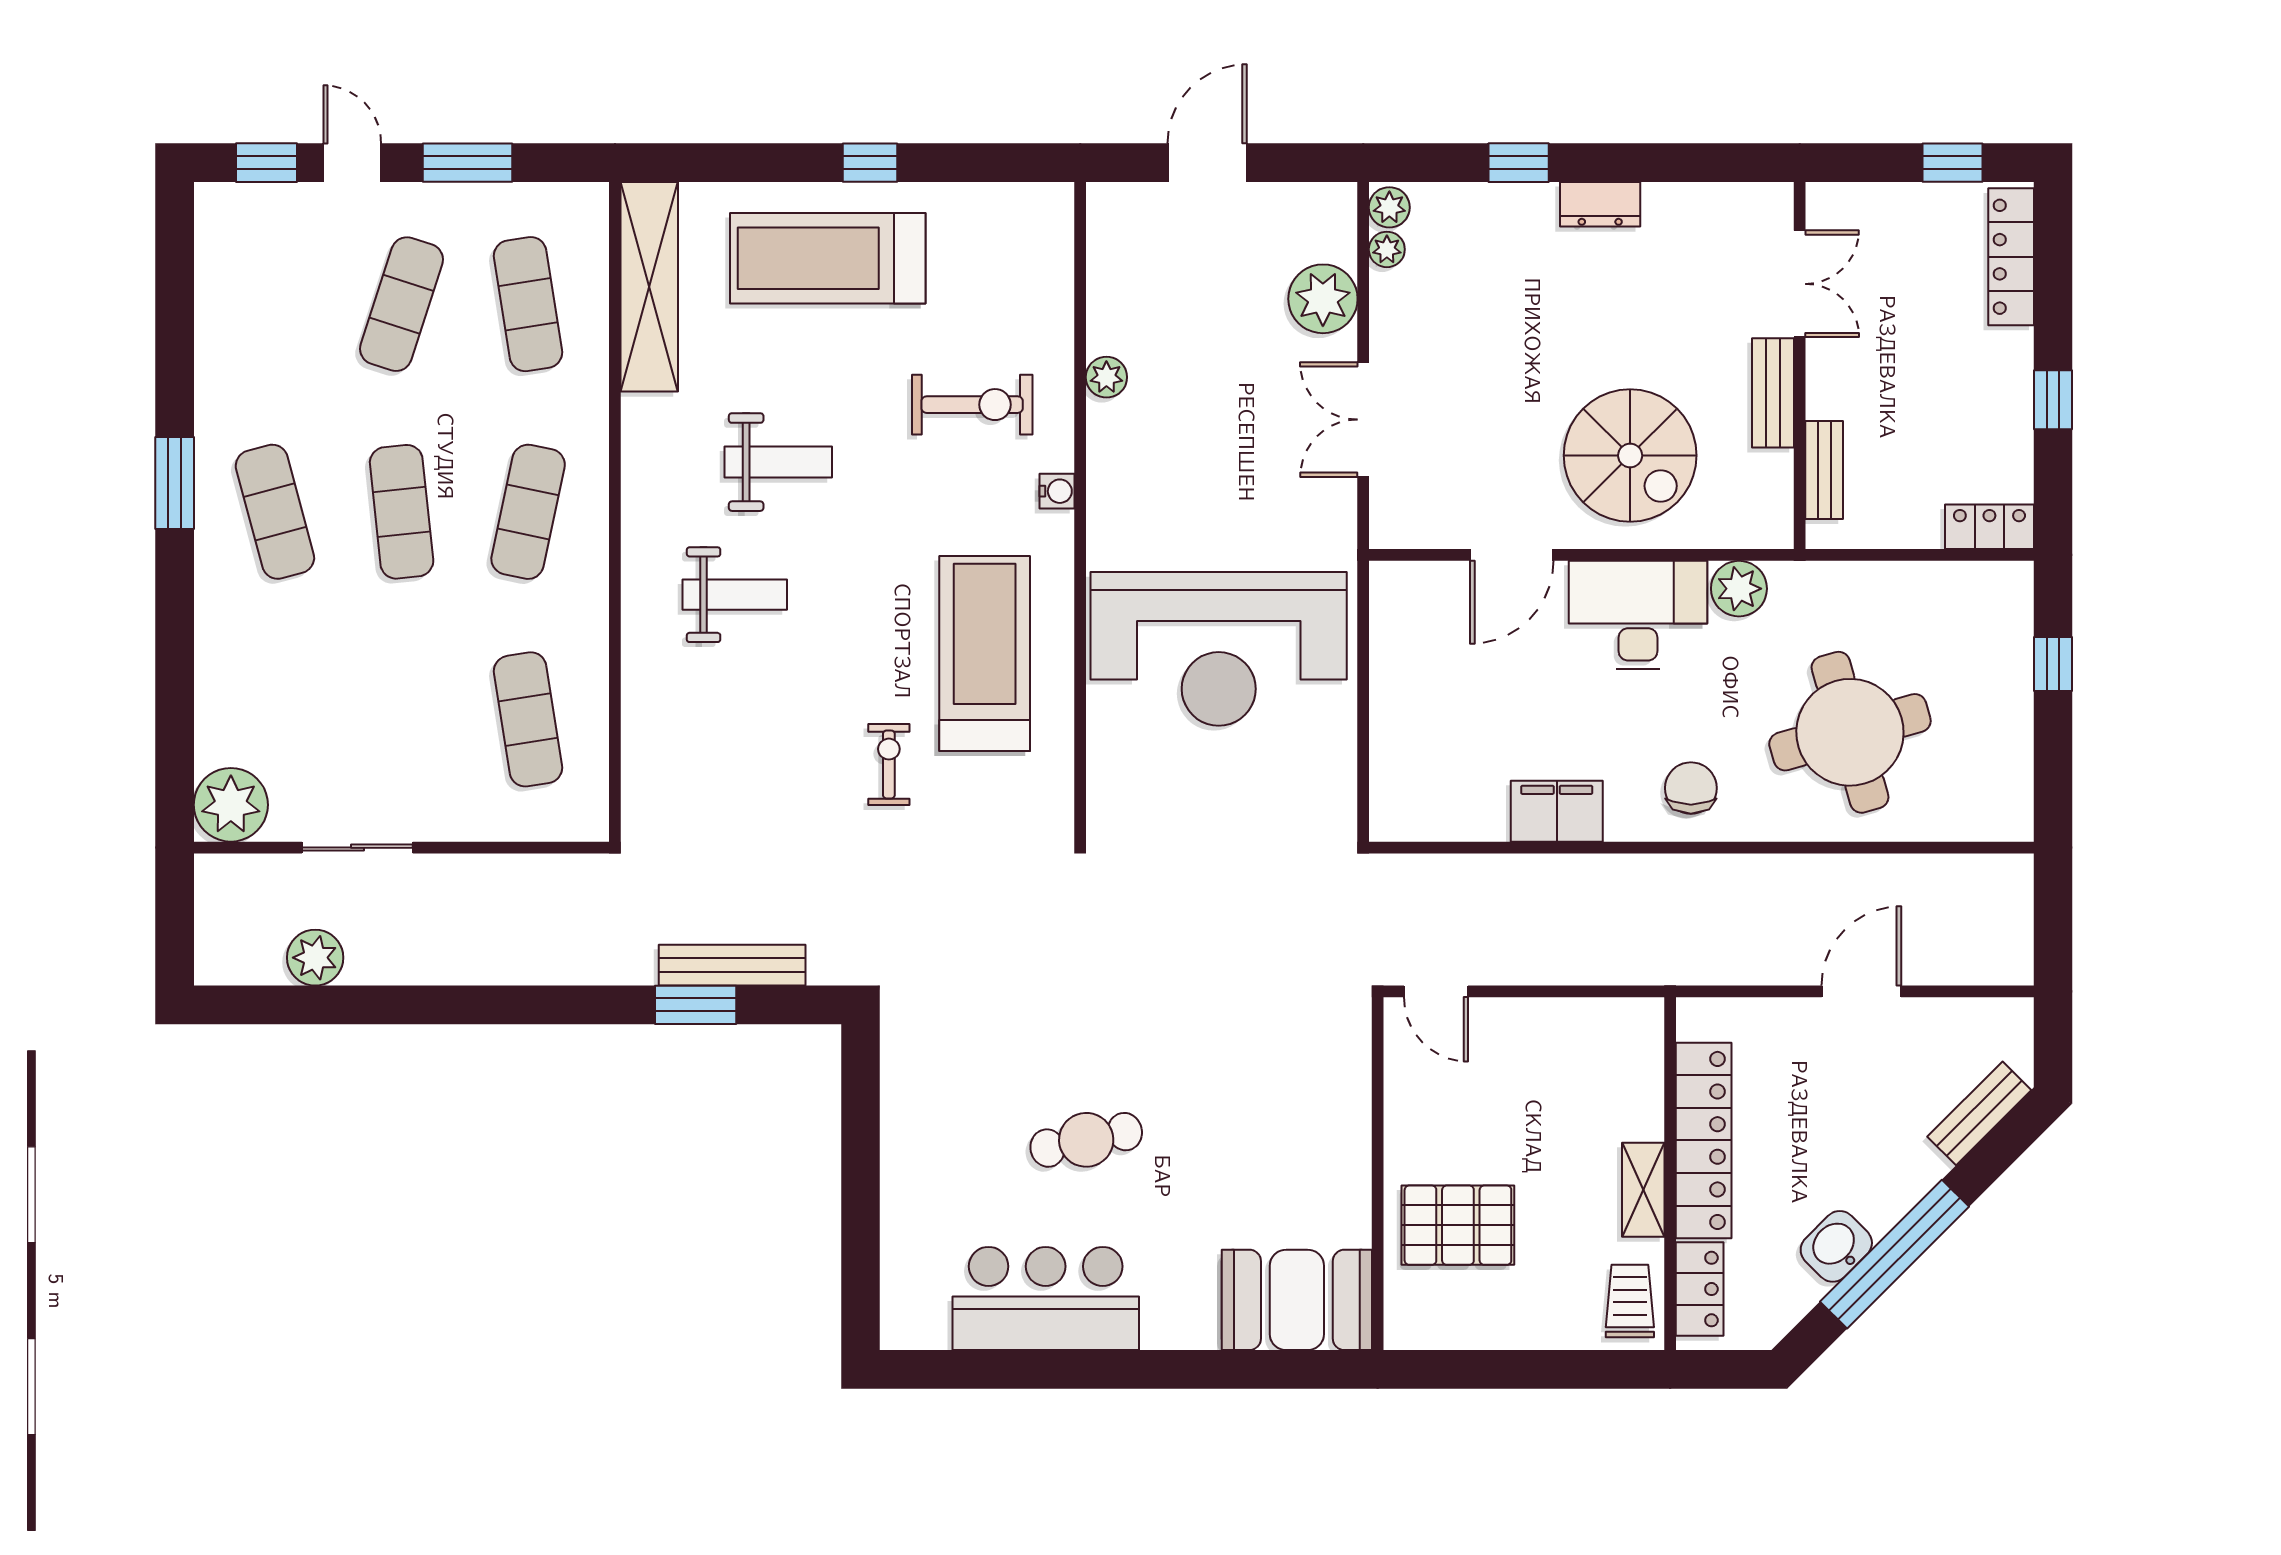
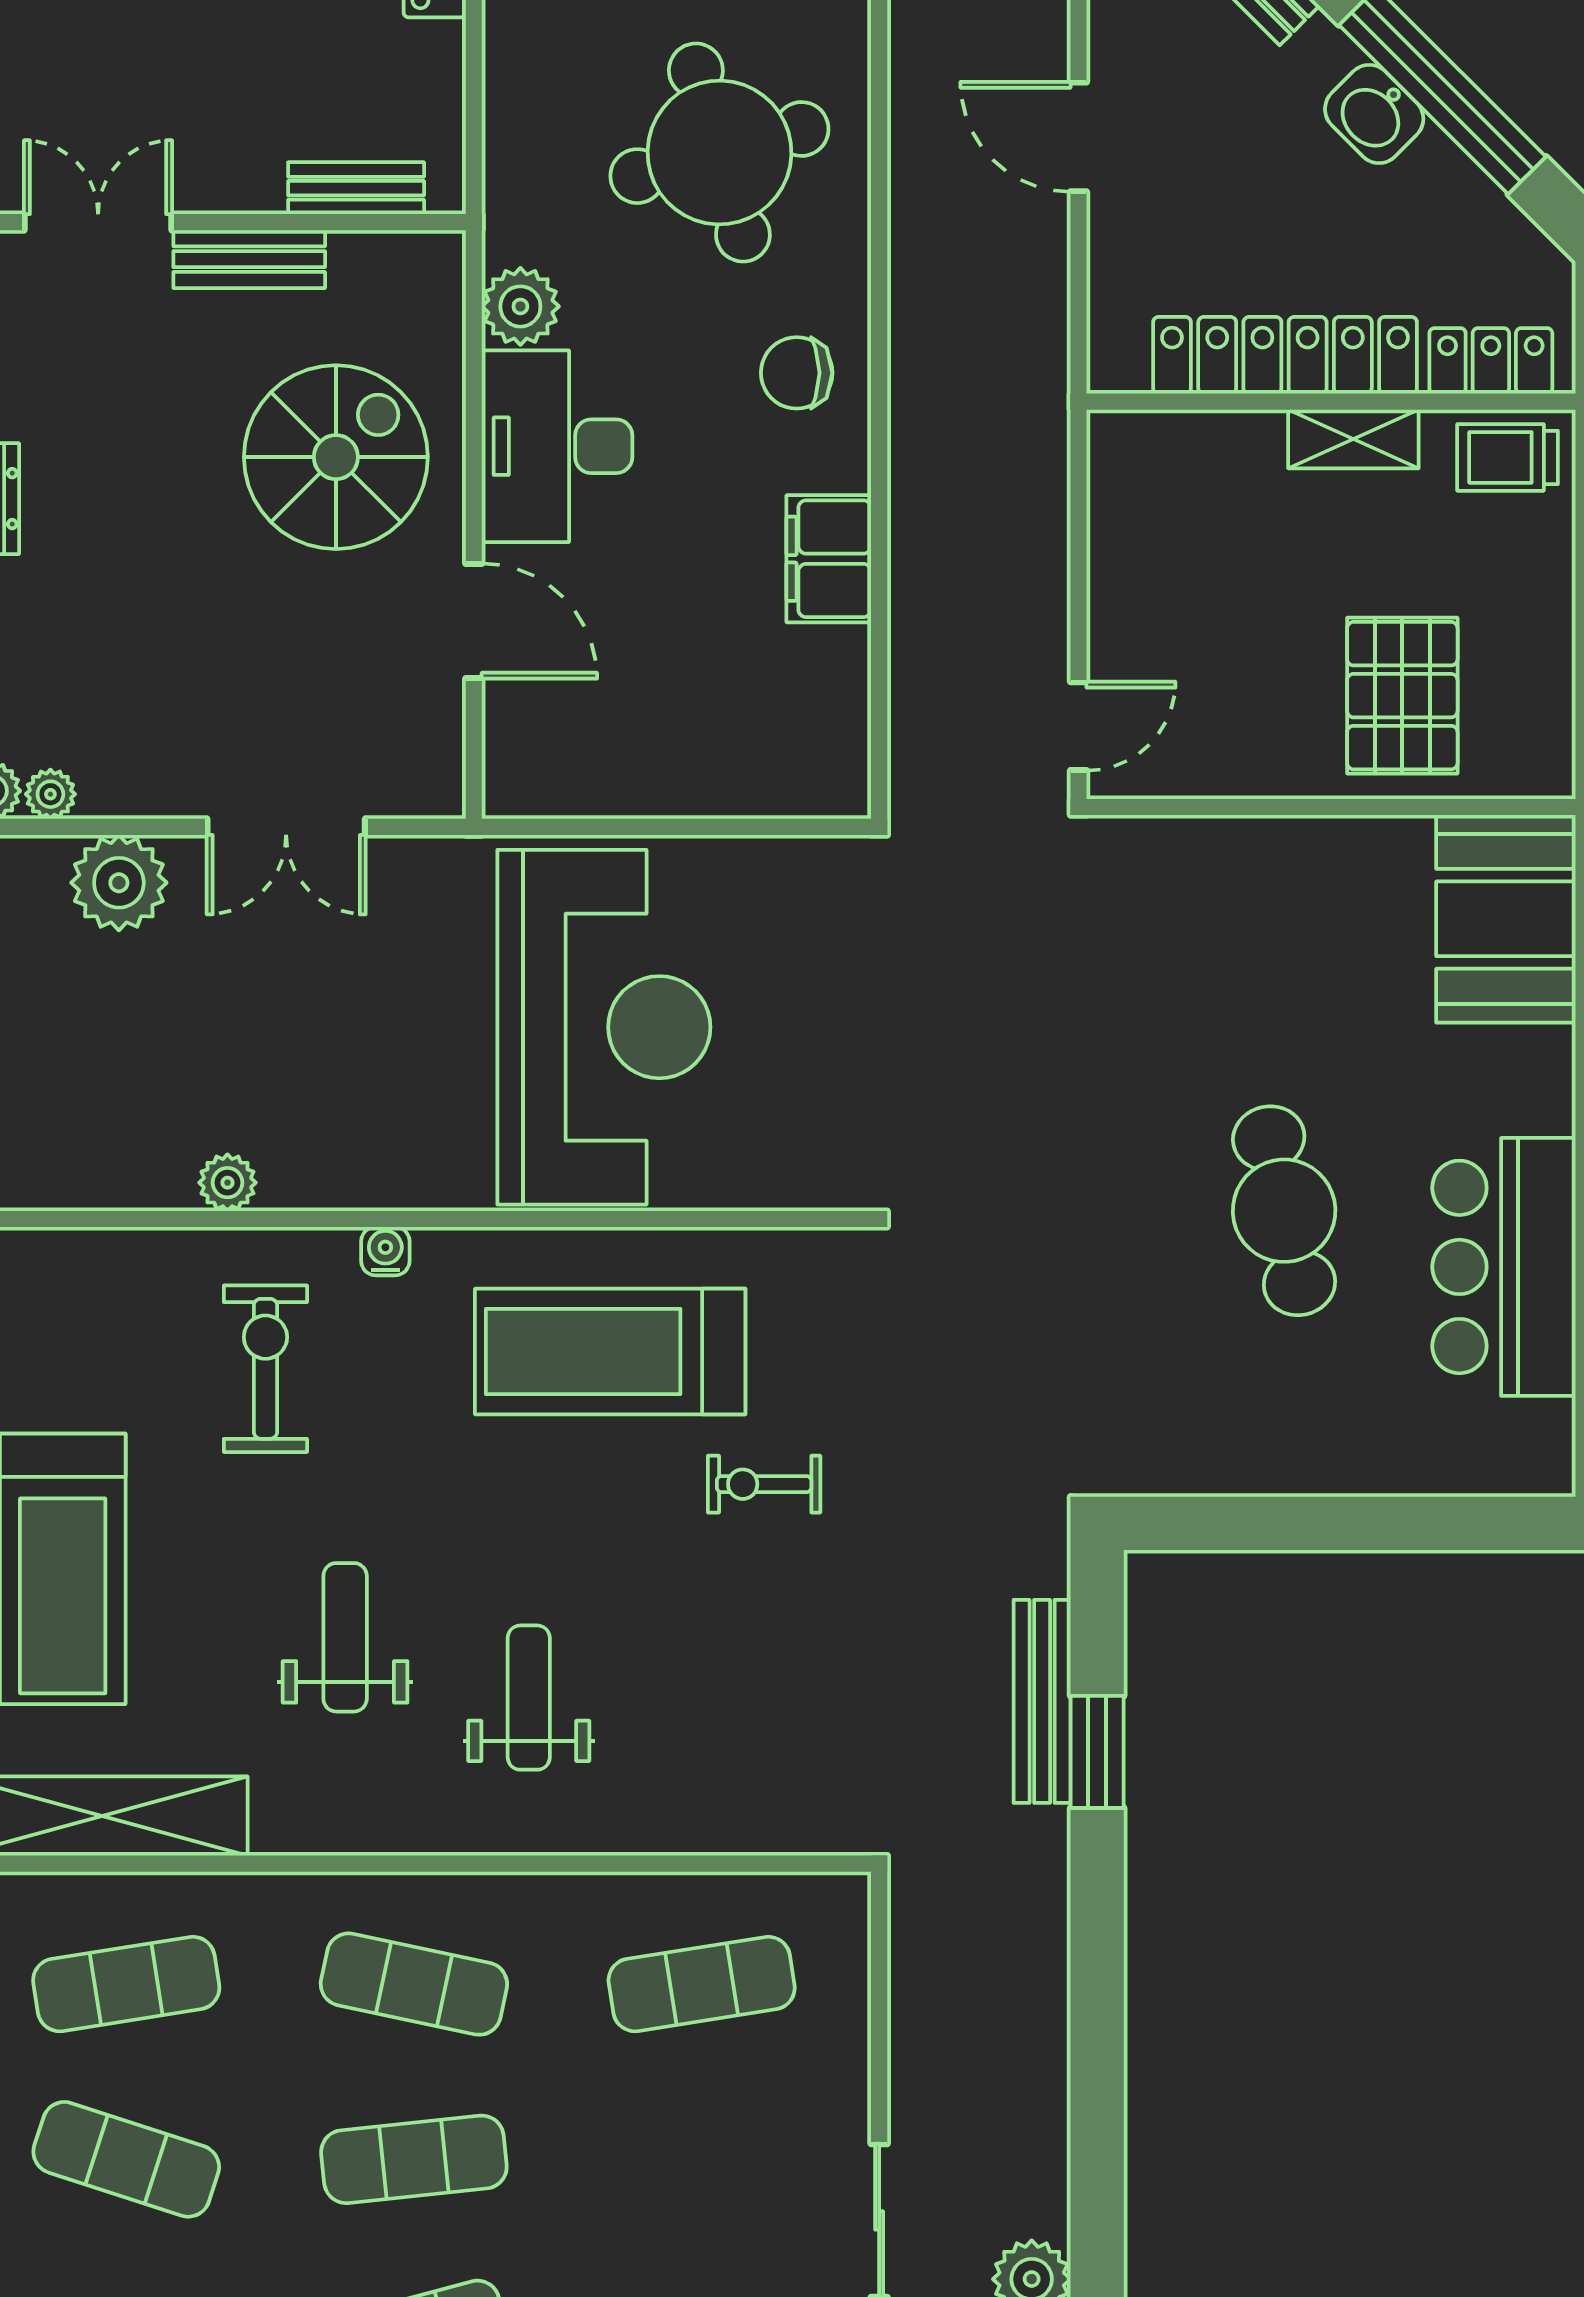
cafe table: (1086, 1140) -> (1284, 1211), width x1.37, depth x1.35
washbasin: (1836, 1246) -> (1374, 114), moved

